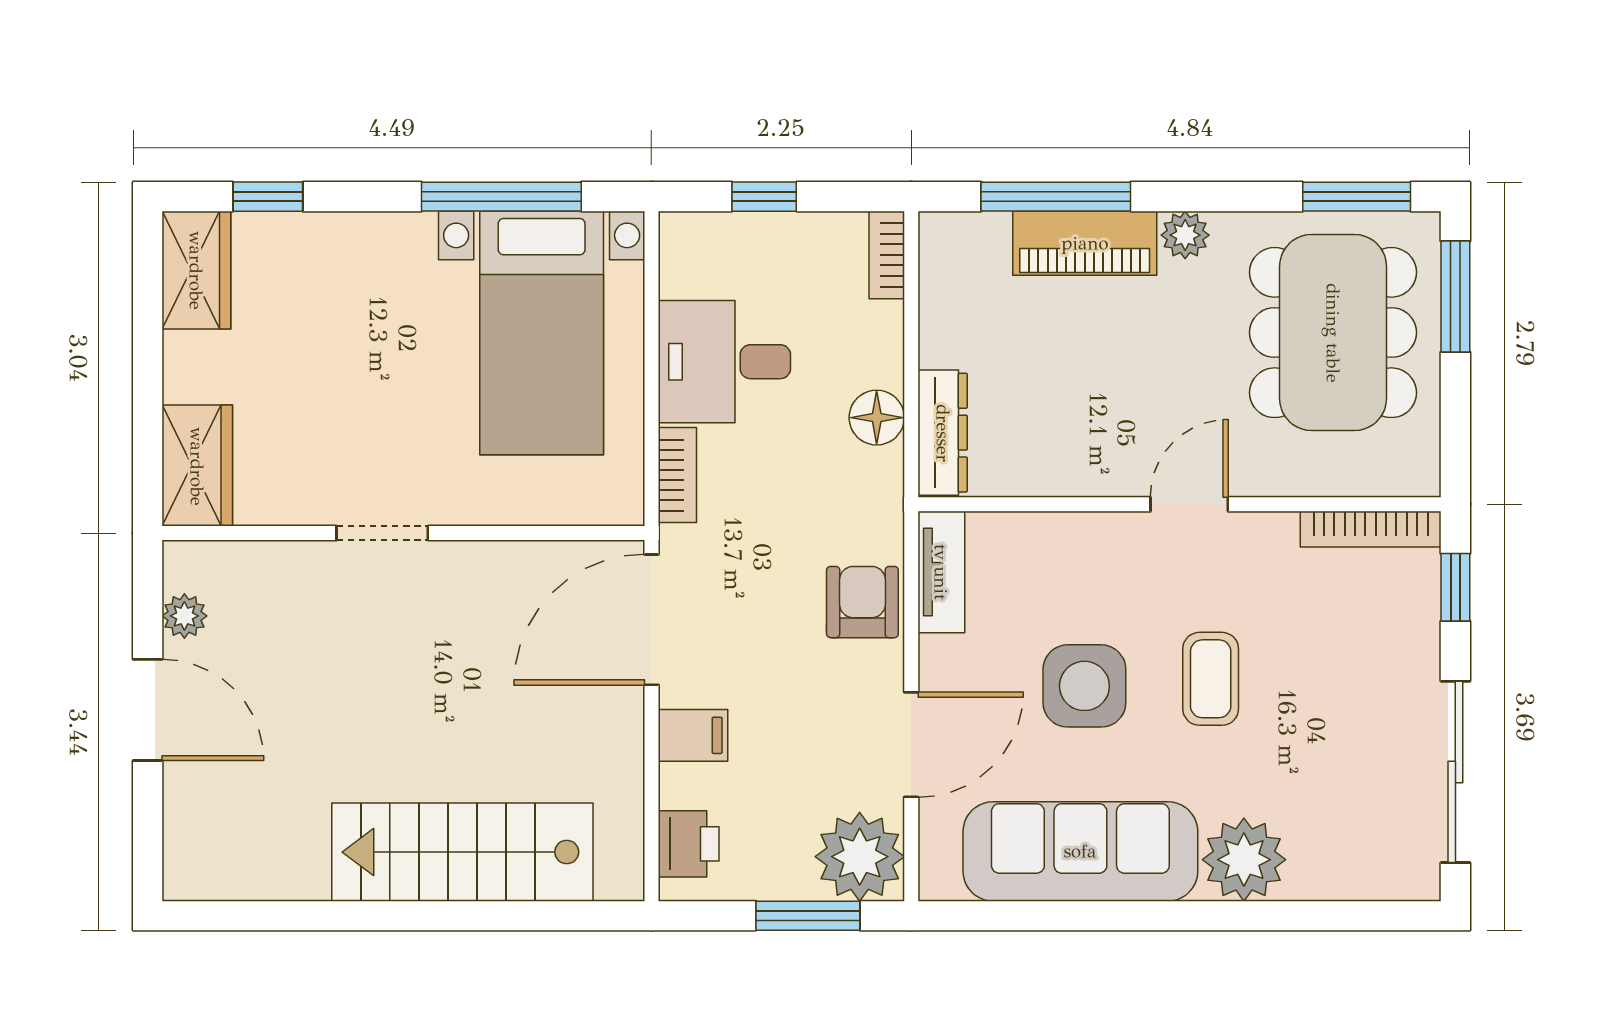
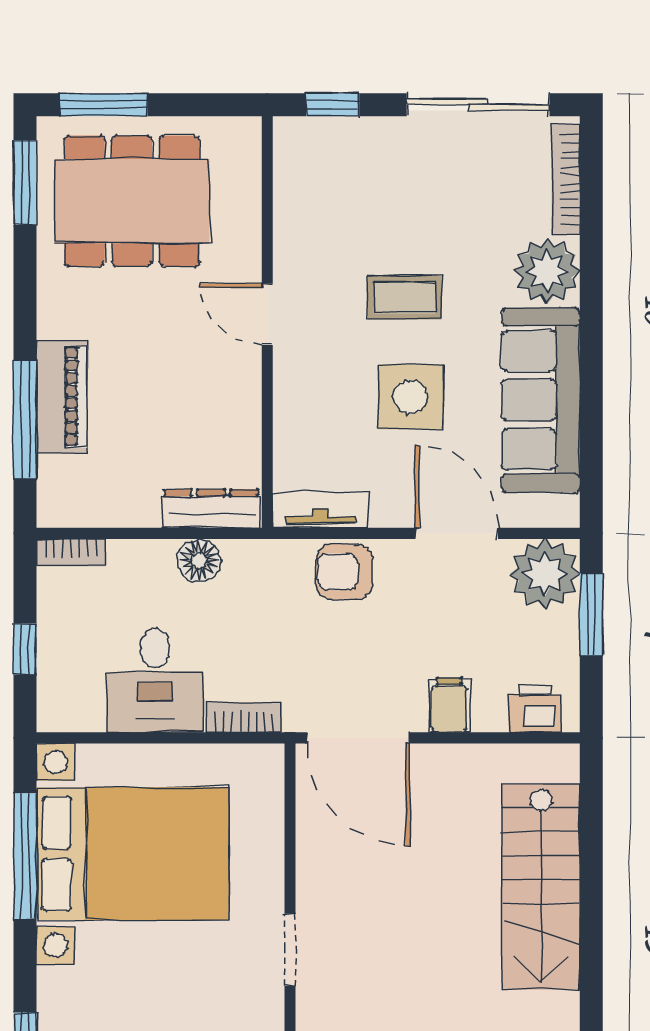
plant: (1185, 235) -> (55, 318), removed
bed with nightstands: (542, 333) -> (132, 854), width x1.36
bookcase: (1371, 529) -> (566, 180), moved, turned 180

